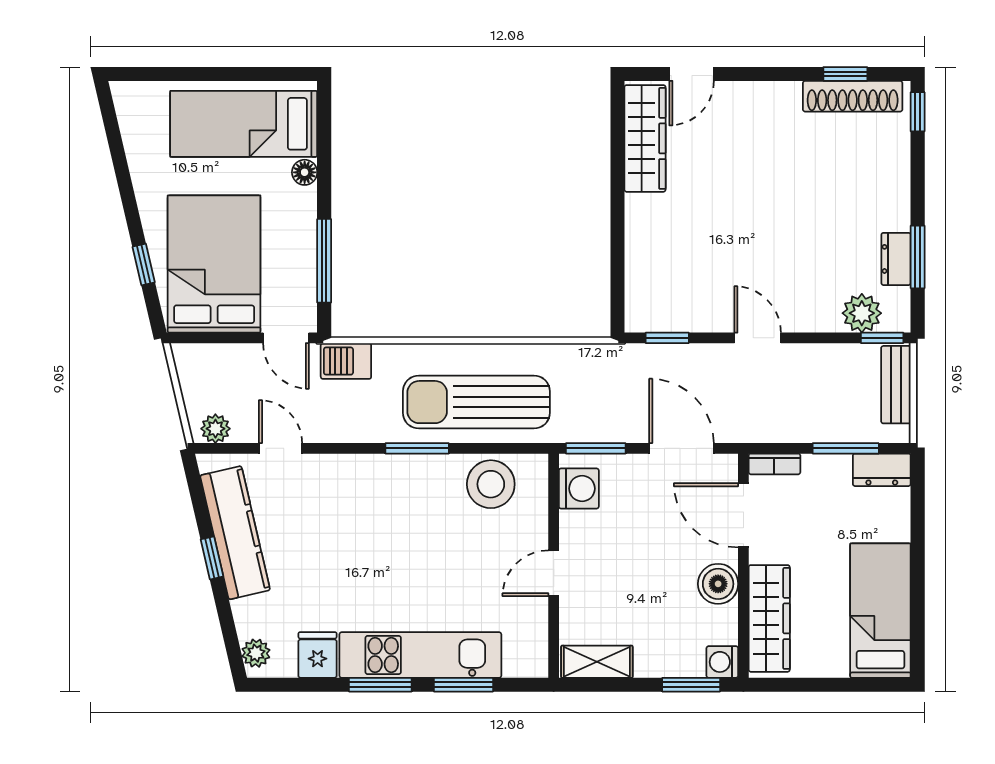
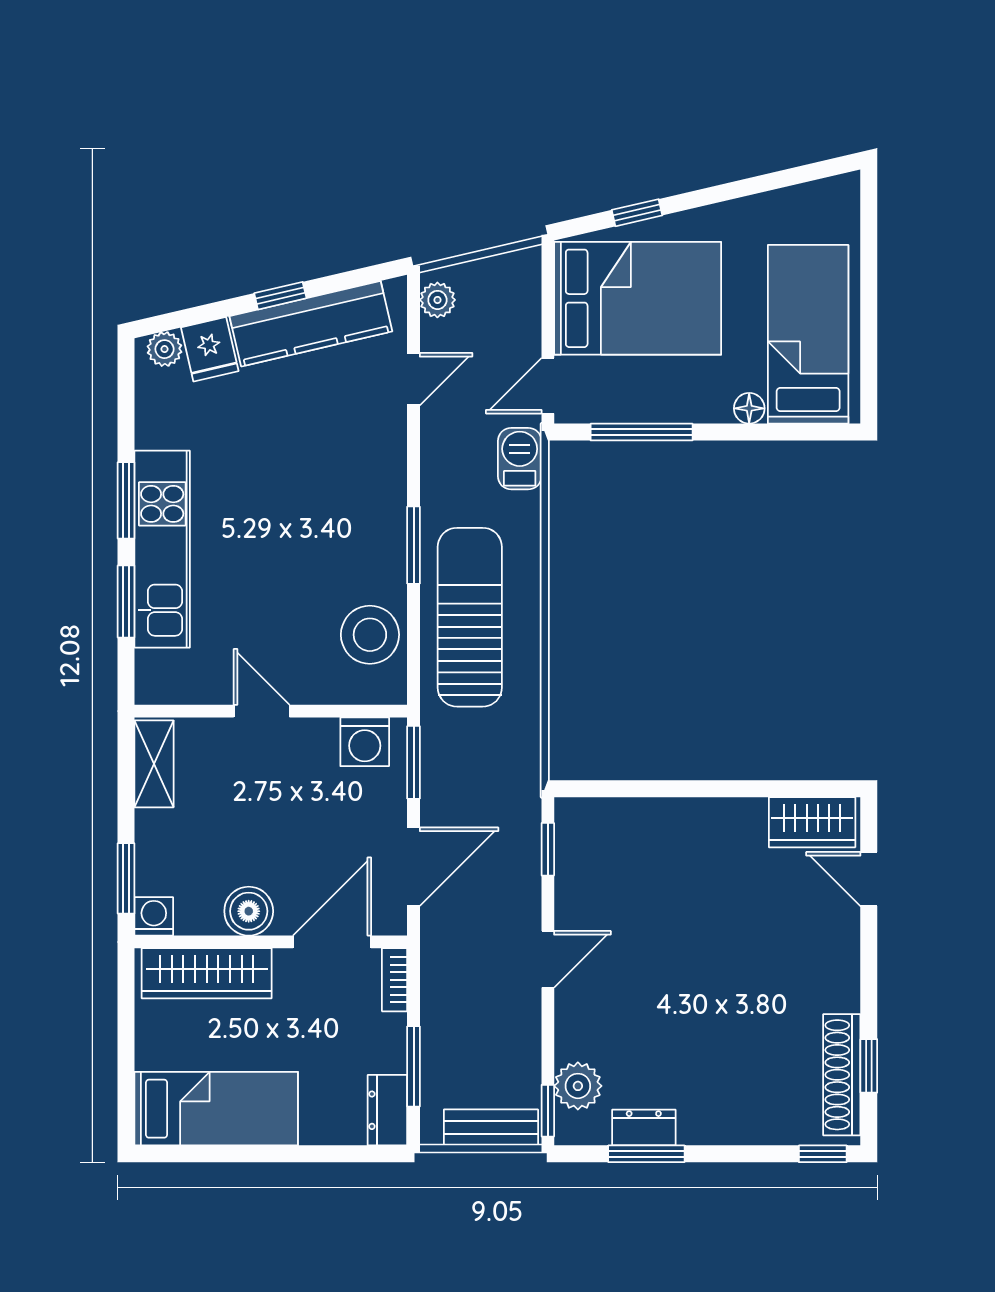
wardrobe: (645, 138) -> (812, 822), width x0.67
fridge: (318, 655) -> (210, 349), moved, turned 77

